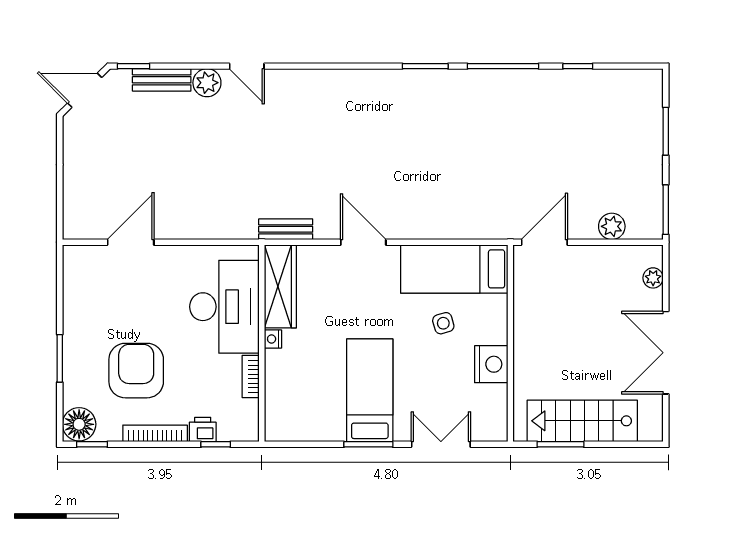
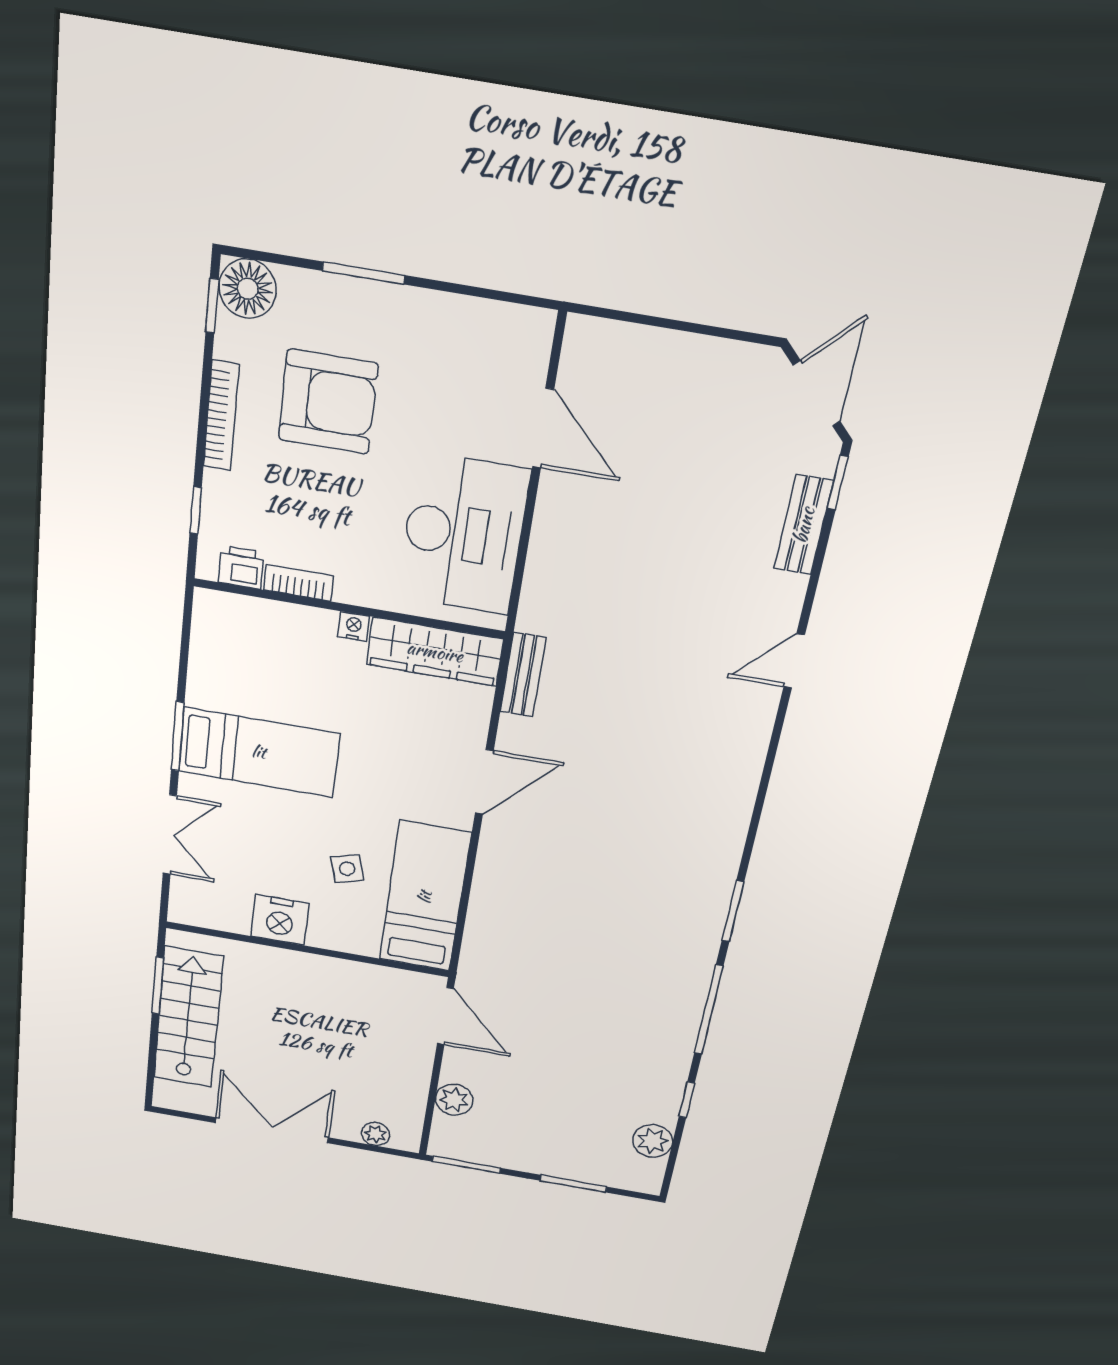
plant: (207, 83) -> (653, 1141), moved
desk: (224, 307) -> (463, 534), moved, turned -90
printer: (203, 429) -> (241, 567), moved, turned -90

